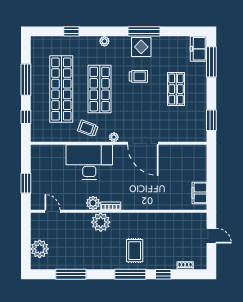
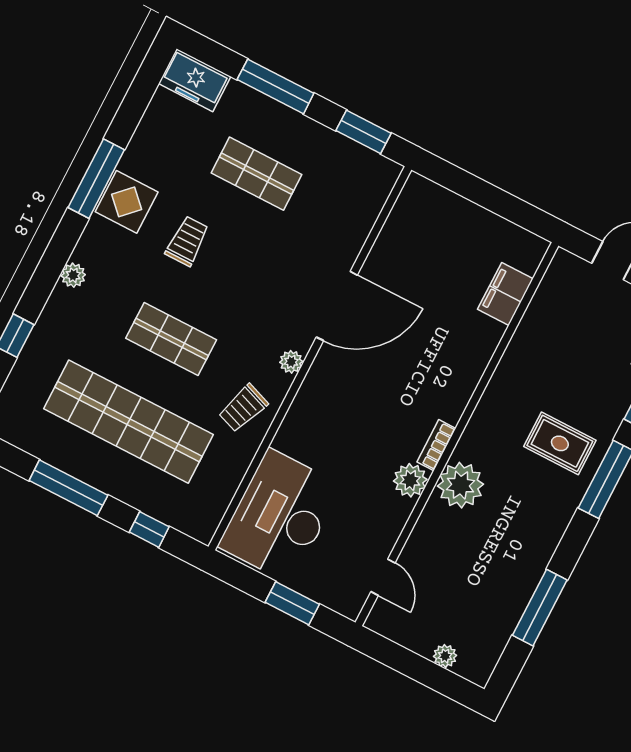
window: (211, 62) -> (276, 86), moved
shop shelf: (100, 89) -> (171, 339), width x0.70, depth x0.74
desk: (89, 162) -> (280, 516), moved
filing cabinet: (199, 193) -> (505, 294), moved, turned 90
door: (53, 211) -> (383, 577), swing flipped
plant: (40, 249) -> (445, 656), width x0.53, depth x0.53

